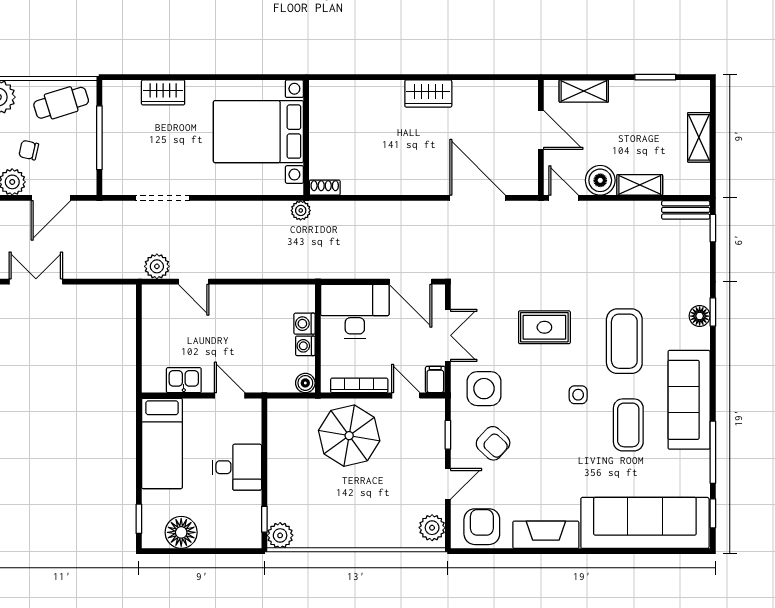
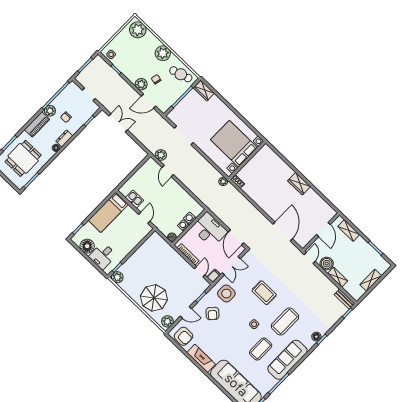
wardrobe: (163, 92) -> (204, 91), moved
parasol: (349, 436) -> (154, 298), moved
desk: (237, 467) -> (103, 256), moved, turned 90
armchair: (482, 527) -> (183, 336), turned 90

